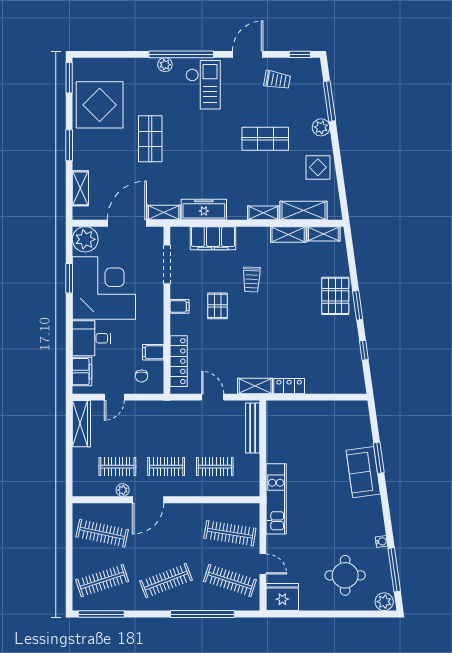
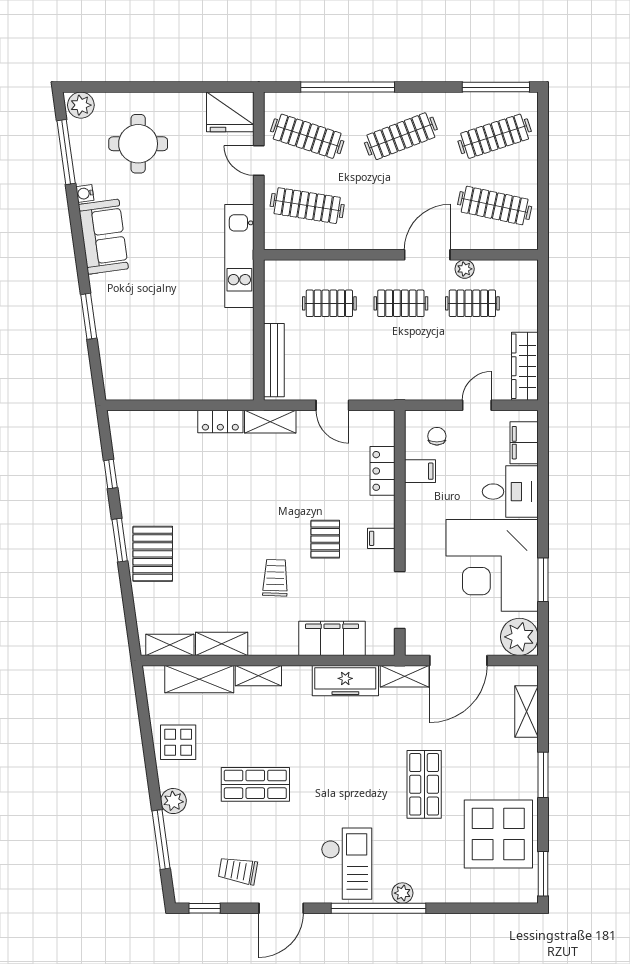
checkout: (203, 85) -> (347, 864), turned 180
locker: (179, 361) -> (382, 471), width x0.66
sofa: (363, 472) -> (103, 237), moved

